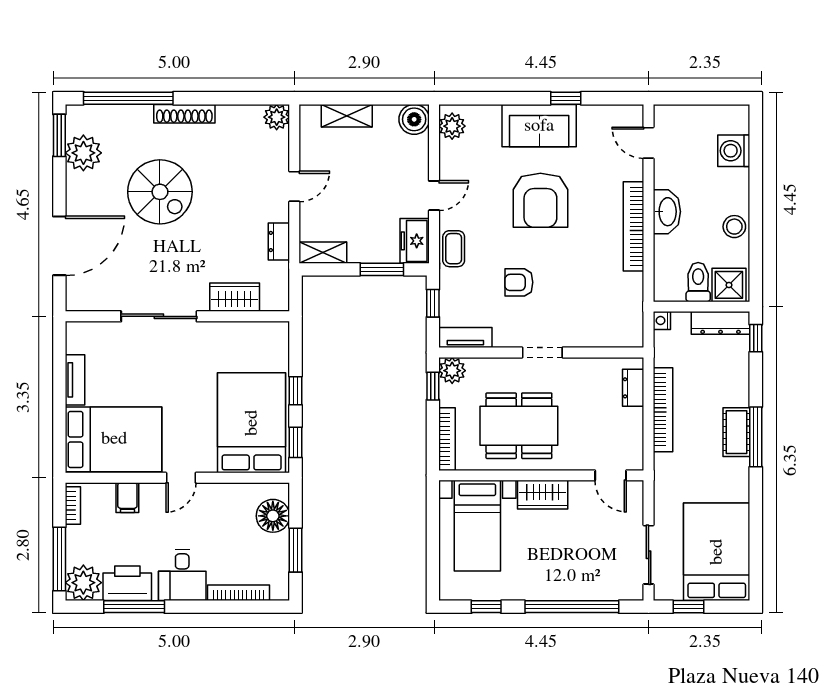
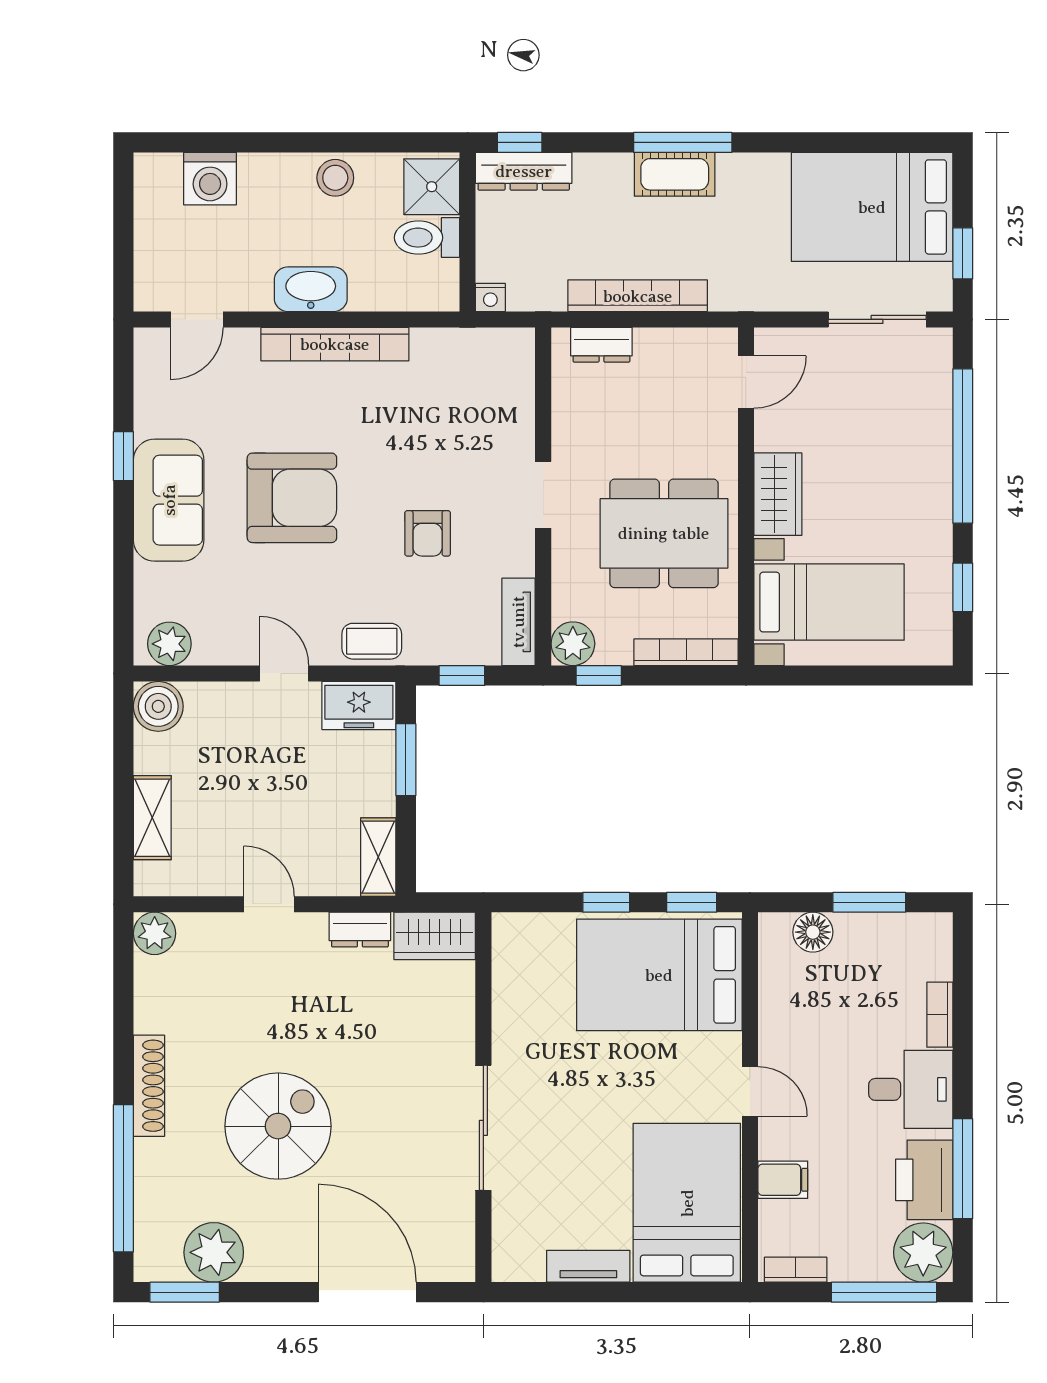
wardrobe: (235, 297) -> (435, 936), moved, turned -90
dresser: (721, 323) -> (524, 171), moved, turned 90
dining table: (519, 426) -> (664, 533), turned 90
floor lamp: (273, 516) -> (813, 932), width x0.73, depth x0.73
bookcase: (238, 593) -> (940, 1015), width x0.64

